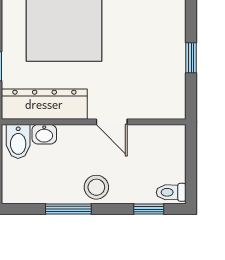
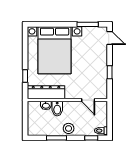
door: (112, 122) -> (88, 100), moved
bidet: (18, 141) -> (57, 109), moved

